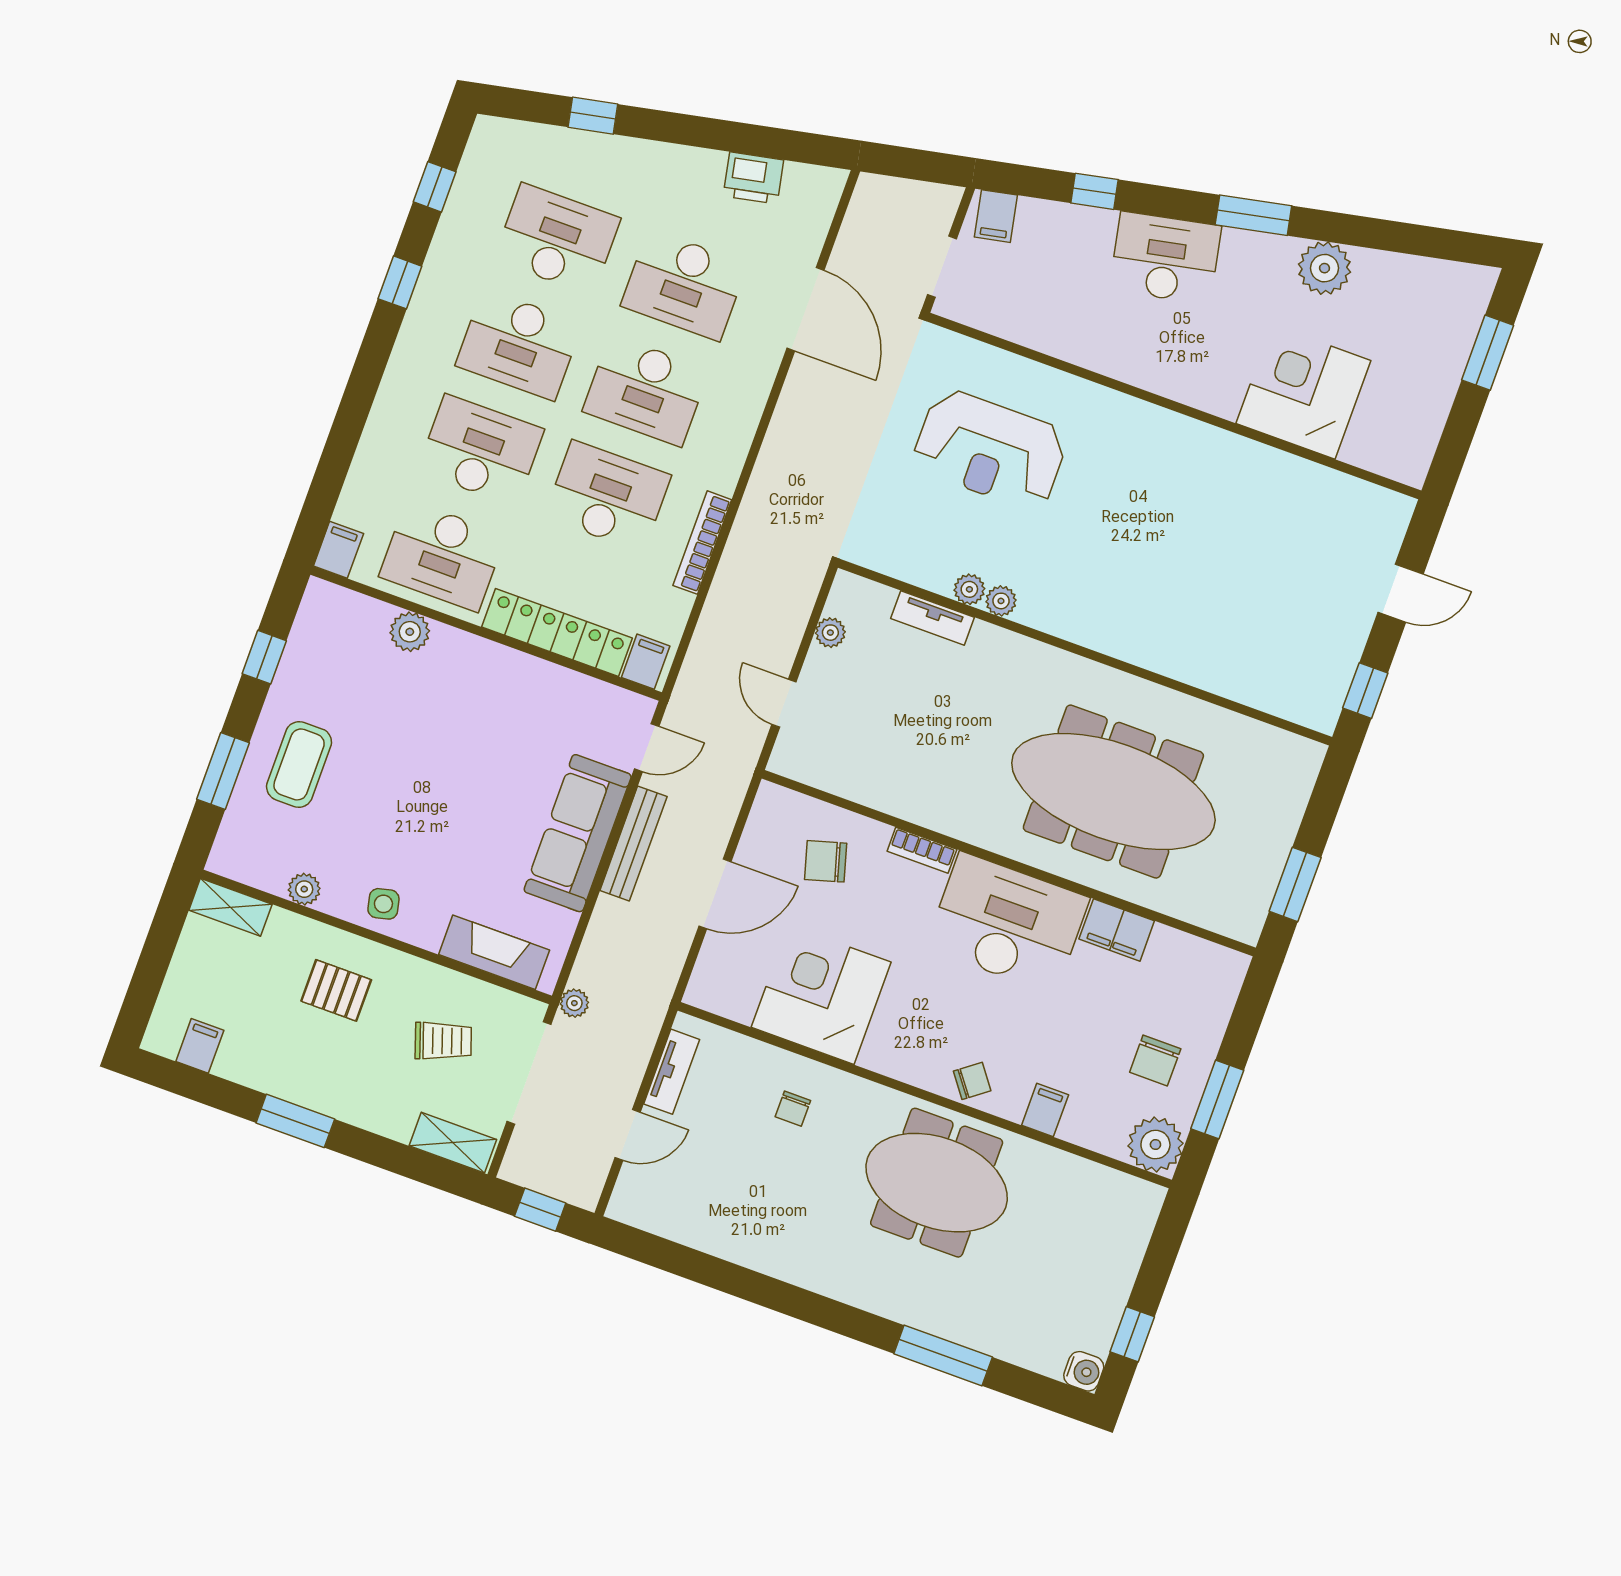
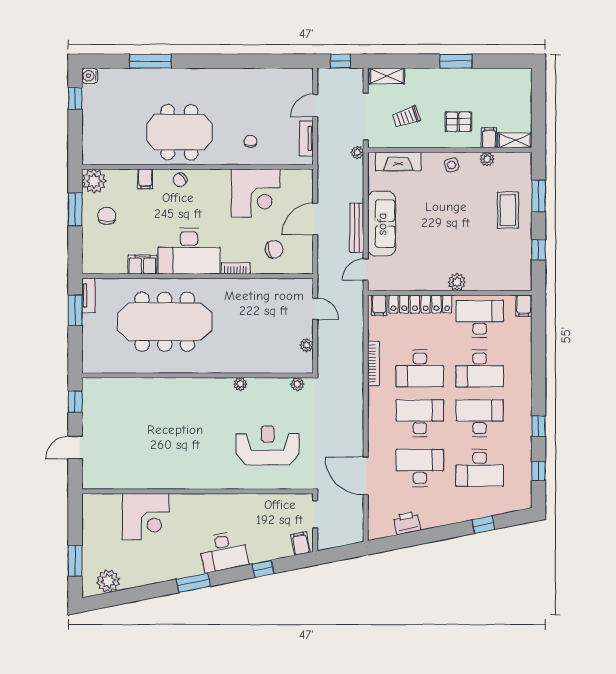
plant: (1324, 268) -> (108, 581), moved
plant: (969, 589) -> (297, 384), moved
tv unit: (932, 618) -> (88, 295), moved, turned 90
plant: (410, 632) -> (457, 282), moved
filing cabinet: (200, 1046) -> (489, 138), moved, turned 180

